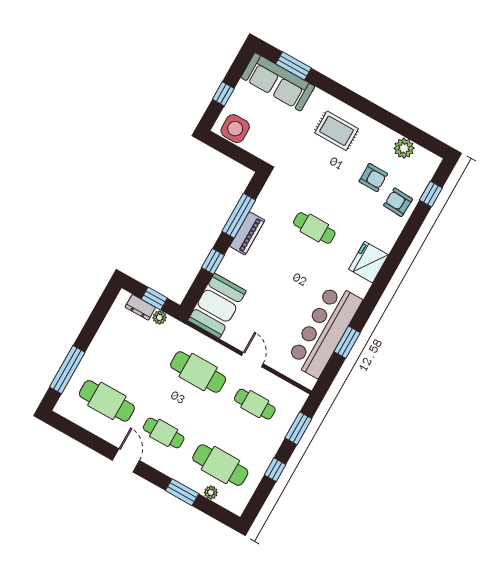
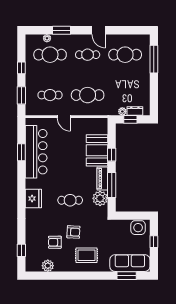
armchair: (398, 202) -> (73, 232), moved
plant: (268, 205) -> (100, 198), added
booth: (217, 306) -> (97, 150), moved

